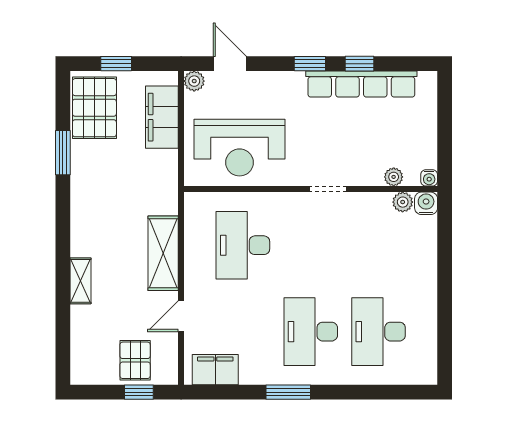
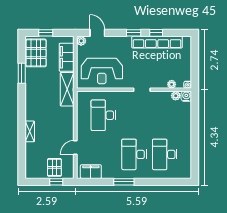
shelving: (163, 253) -> (67, 89), moved

